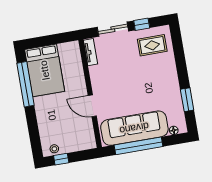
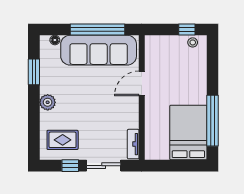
plant: (171, 76) -> (48, 102), added
door: (92, 106) -> (142, 83), swing flipped

